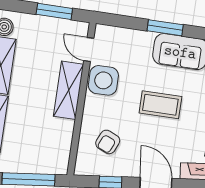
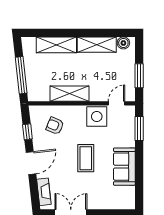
window: (165, 28) -> (139, 129), moved
shelving: (69, 90) -> (69, 94), moved

